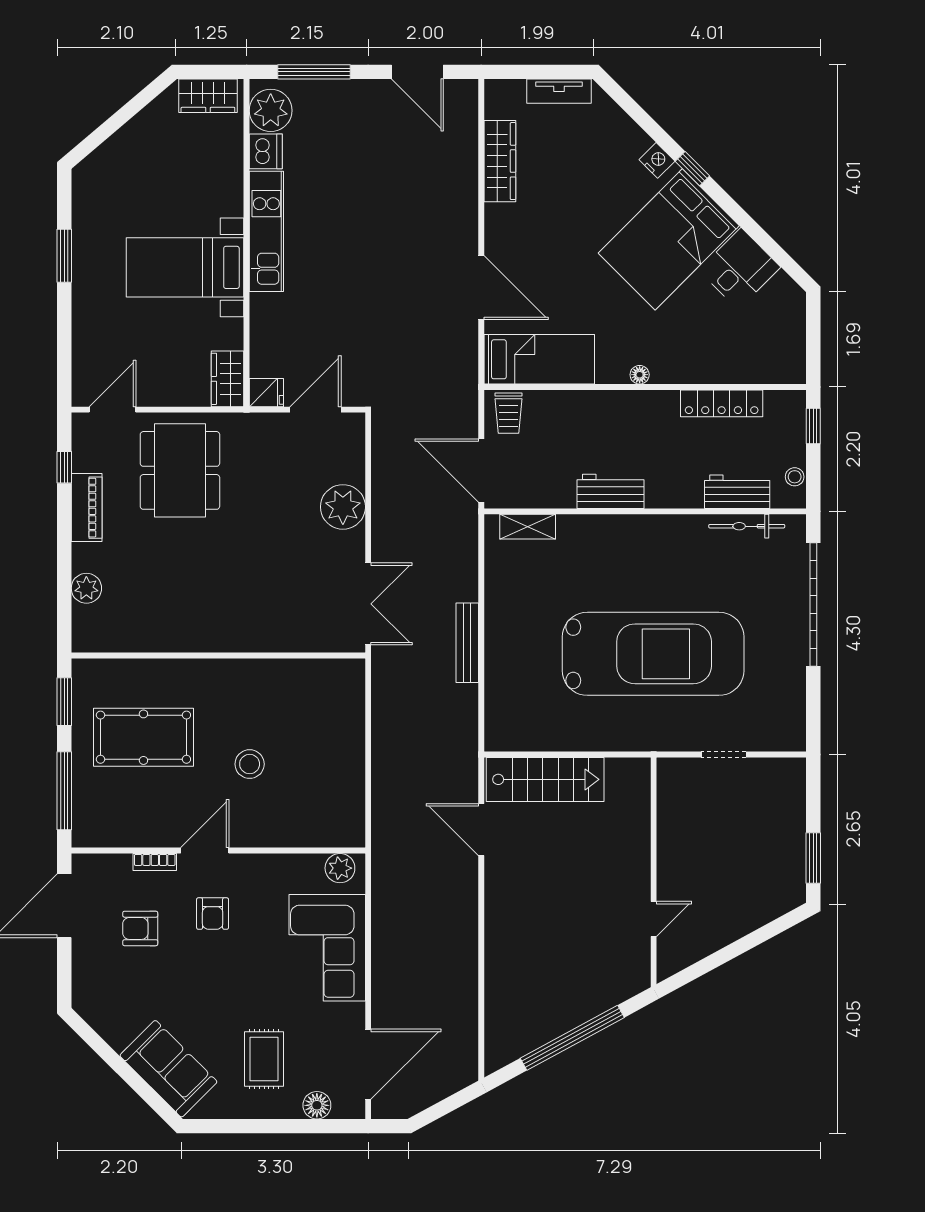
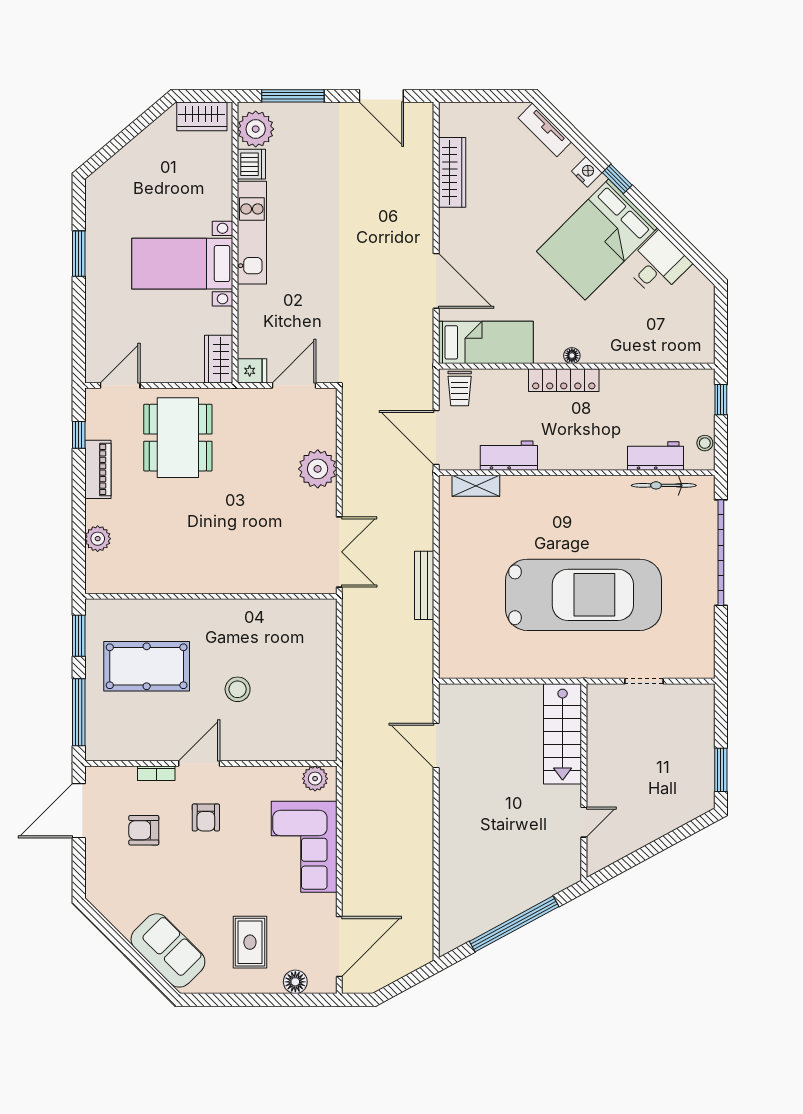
tv unit: (559, 91) -> (545, 130), moved, turned 45
locker: (722, 403) -> (564, 380), moved
workbench: (610, 491) -> (509, 456), moved
stairs: (545, 779) -> (563, 734), moved, turned 90

